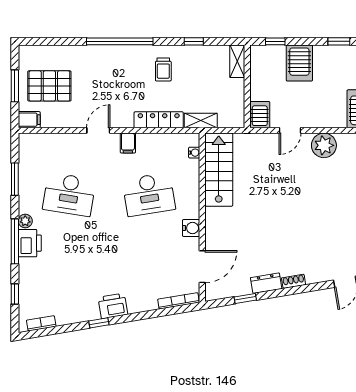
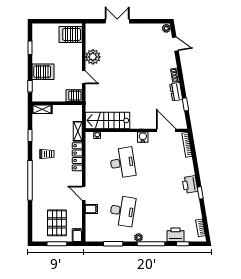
filing cabinet: (128, 143) -> (91, 209), moved
printer: (30, 243) -> (176, 235), moved

